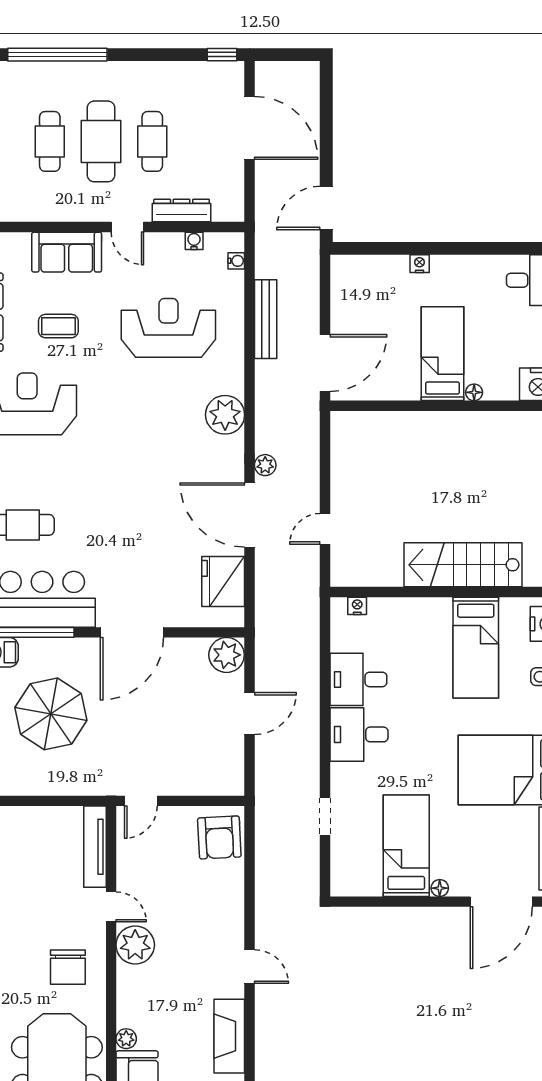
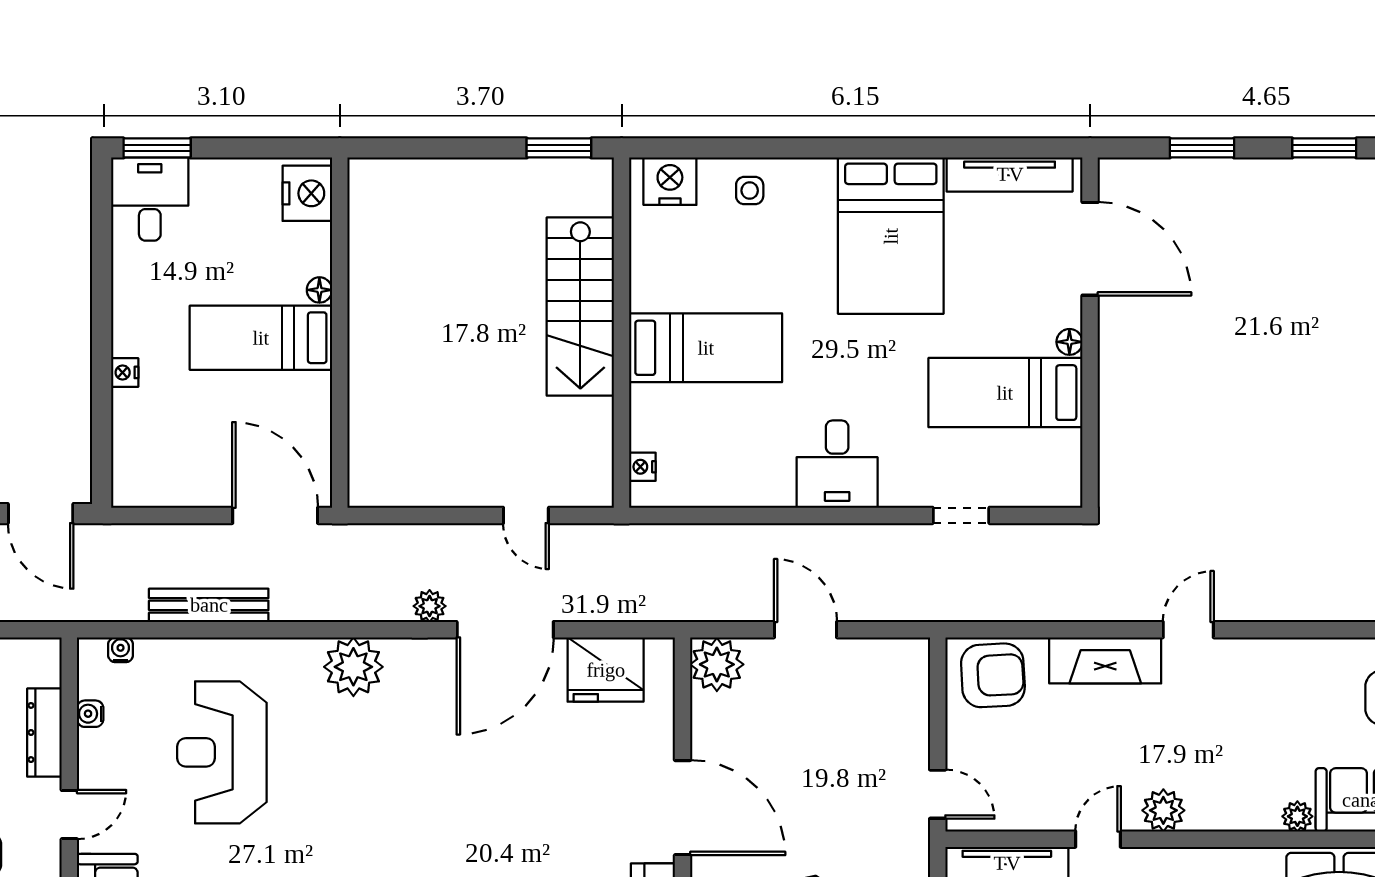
bed: (476, 648) -> (706, 348), moved
desk: (358, 679) -> (754, 465), removed
plant: (135, 945) -> (1163, 810), width x0.73, depth x0.73
fireplace: (229, 1036) -> (1105, 660), moved

